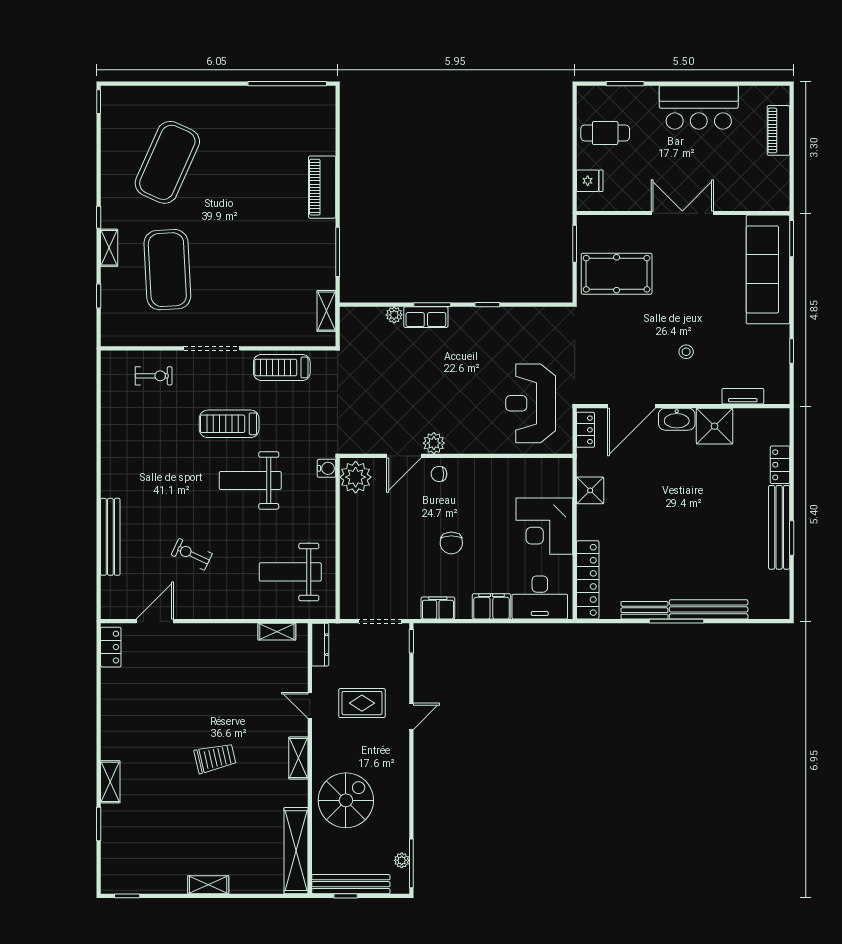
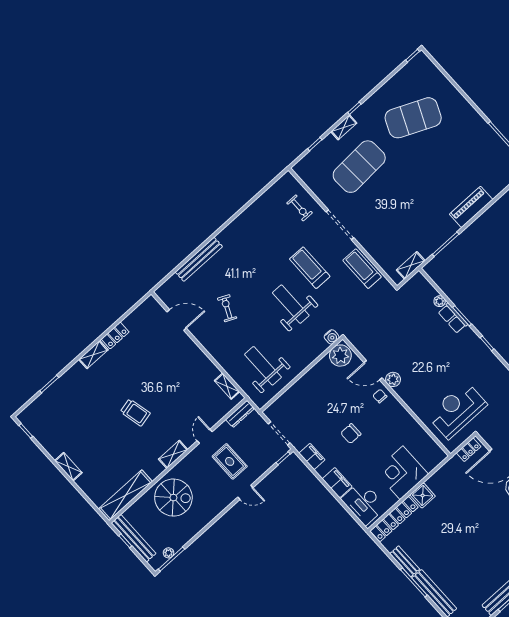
shower: (590, 490) -> (423, 496), moved
locker: (111, 647) -> (115, 335), moved
shelving: (110, 782) -> (93, 355), moved

